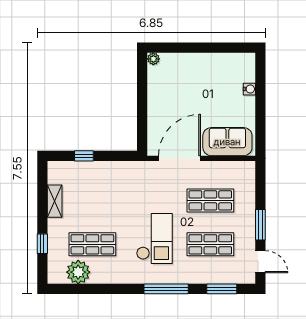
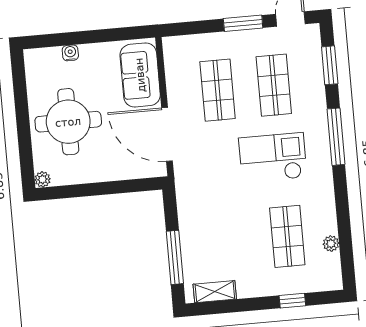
round table: (196, 83) -> (68, 122), added
window: (84, 156) -> (175, 257), width x2.17
shelving: (55, 201) -> (215, 292), moved
plant: (78, 272) -> (331, 244), width x0.53, depth x0.53

